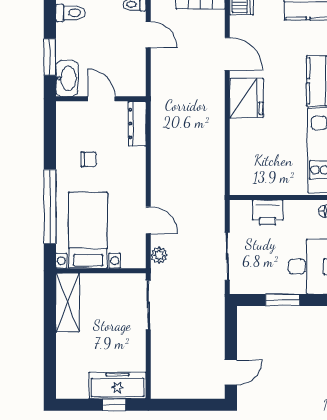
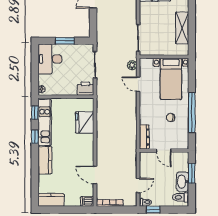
door: (148, 35) -> (138, 185), swing flipped
washbasin: (67, 78) -> (182, 182), moved
fridge: (246, 98) -> (85, 122), moved
window: (50, 207) -> (192, 113), moved
printer: (268, 212) -> (85, 88), moved
shelving: (68, 303) -> (182, 28), moved

